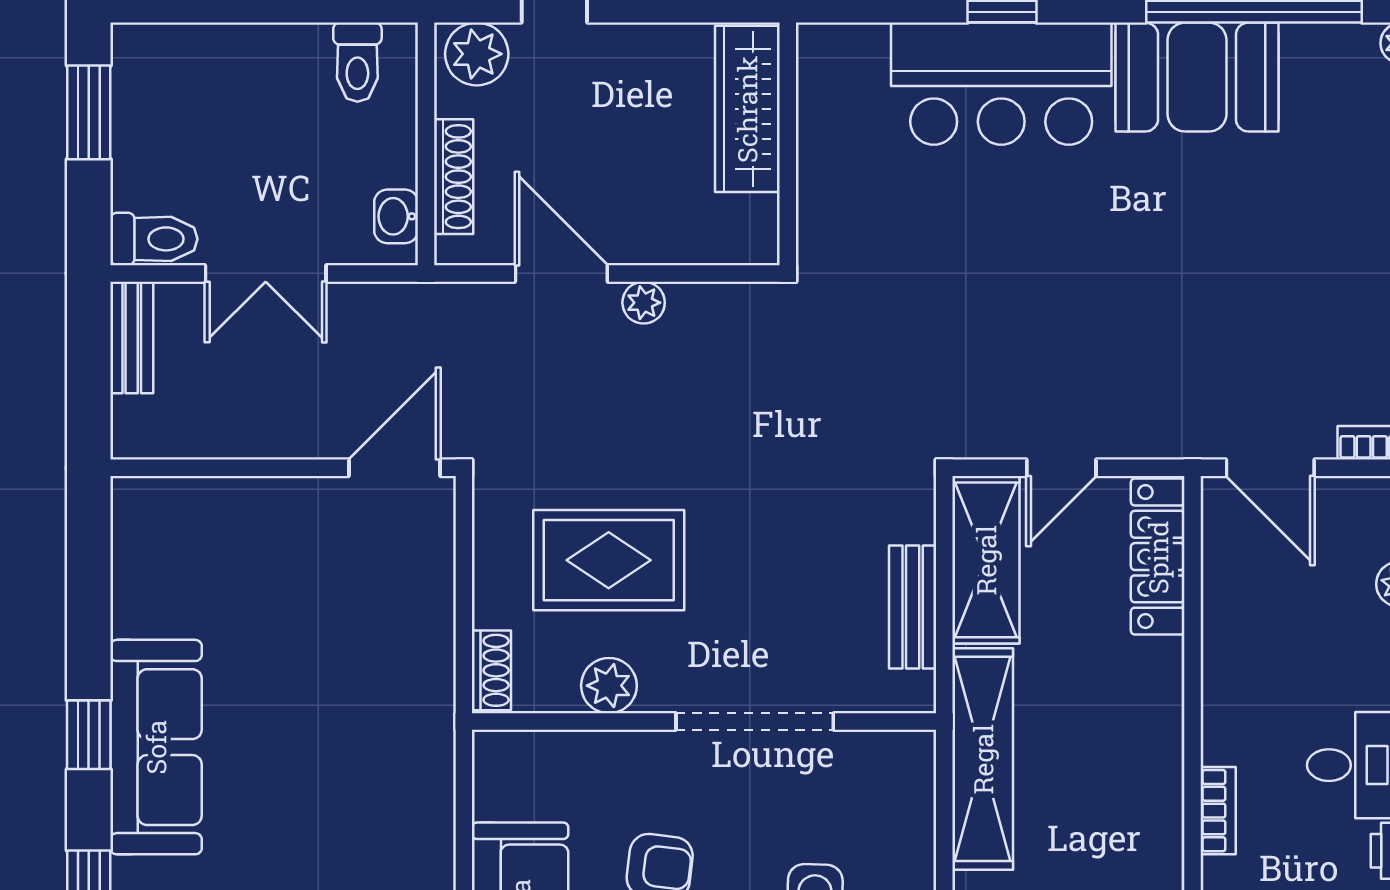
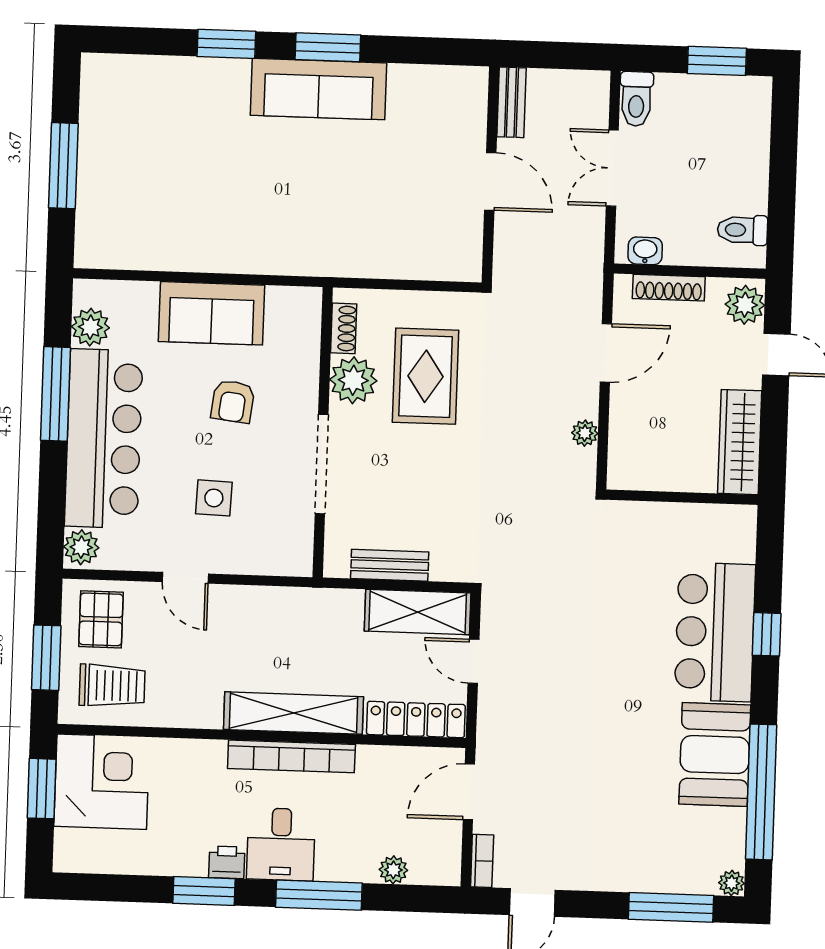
wardrobe: (747, 109) -> (740, 442), moved, turned -90
plant: (644, 303) -> (585, 433), moved
bench: (132, 338) -> (511, 102), moved, turned 90
door: (395, 468) -> (490, 181), moved
shoe rack: (491, 670) -> (344, 328), moved, turned -90
plant: (609, 686) -> (353, 380), width x1.36, depth x1.36
window: (89, 735) -> (328, 47), width x1.50
shelving: (983, 759) -> (293, 713), moved
bookcase: (1218, 811) -> (291, 756), width x2.31, depth x1.31

